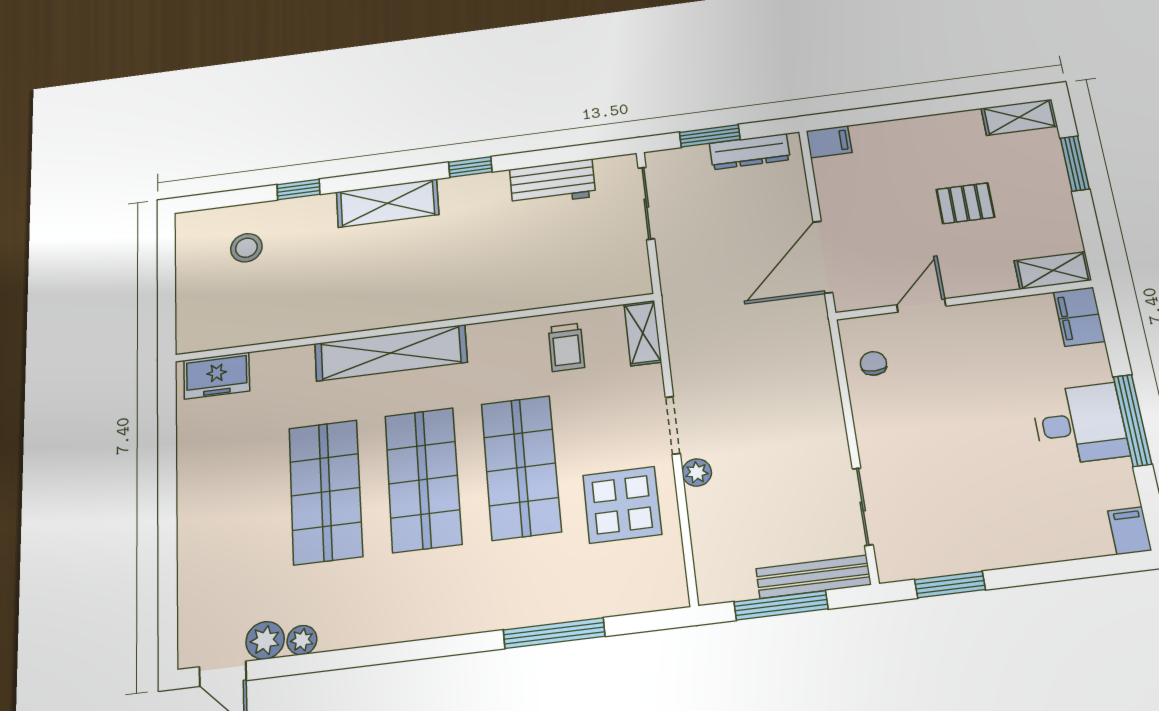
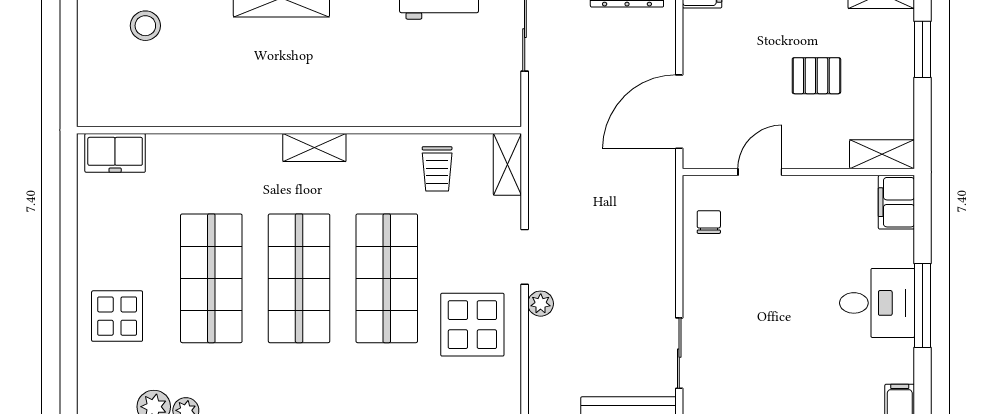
shelving: (391, 353) -> (314, 148), width x0.45, depth x0.75
display table: (222, 545) -> (117, 316), added

